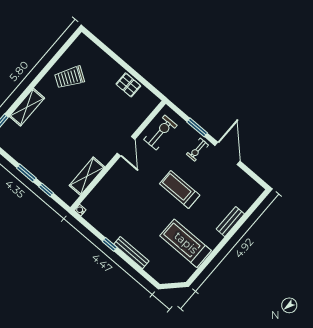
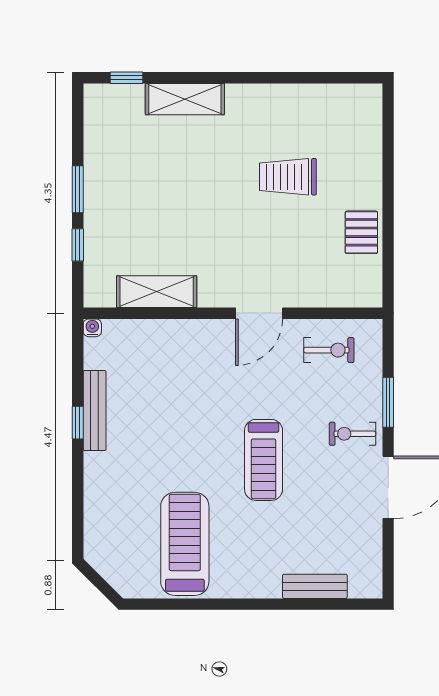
trolley: (70, 77) -> (288, 177), moved, turned -33
exercise bike: (160, 133) -> (329, 350), width x0.73, depth x0.72
treadmill: (180, 189) -> (264, 460), turned 180
bench: (230, 222) -> (315, 586), moved
bench: (131, 253) -> (95, 410), moved

